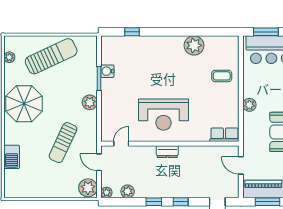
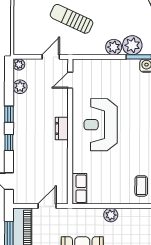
door: (121, 144) -> (70, 80), swing flipped
plant: (88, 188) -> (132, 45), moved

